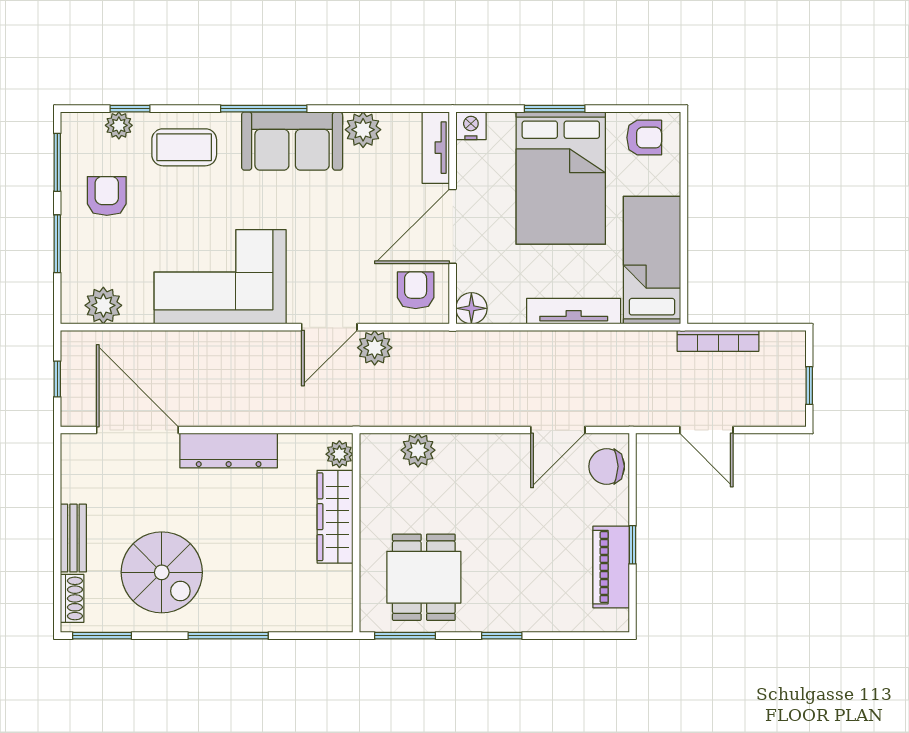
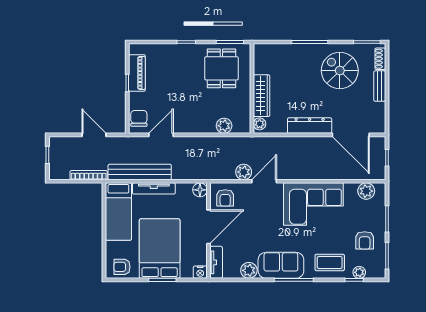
bench: (605, 348) -> (140, 172), added
chair: (607, 466) -> (139, 118), turned -90

